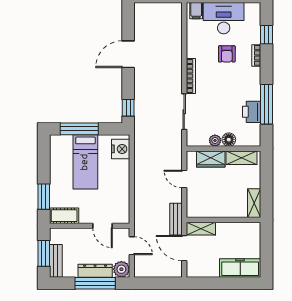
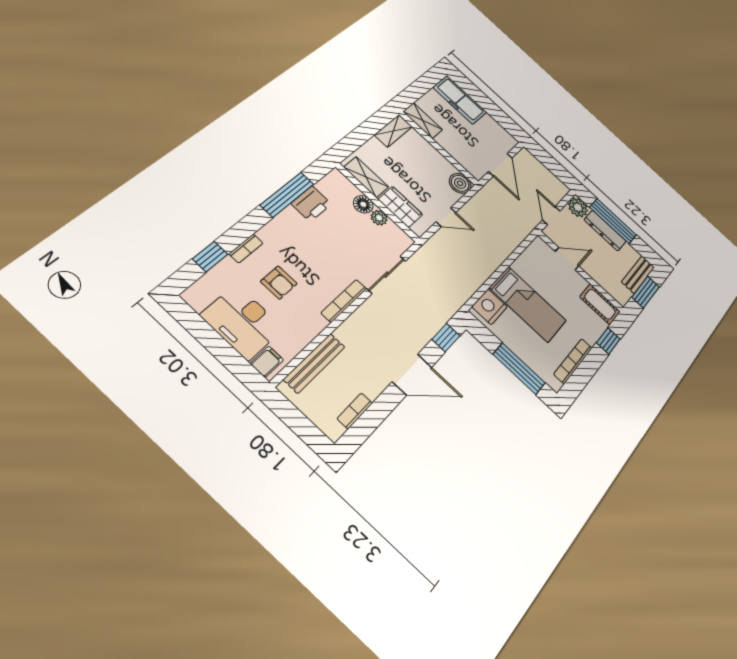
bookcase: (139, 26) -> (355, 411), added
door: (128, 54) -> (412, 374), moved
armchair: (227, 54) -> (279, 283), turned 90
bed: (85, 162) -> (528, 304), moved, turned 90
bookcase: (54, 163) -> (573, 361), added
door: (184, 179) -> (446, 217), hinge flipped
window: (44, 197) -> (608, 341), width x0.67
boiler: (195, 210) -> (460, 183), added
bench: (176, 219) -> (314, 363), moved, width x1.36
door: (103, 226) -> (567, 259), hinge flipped
shelving: (201, 229) -> (423, 121), moved

